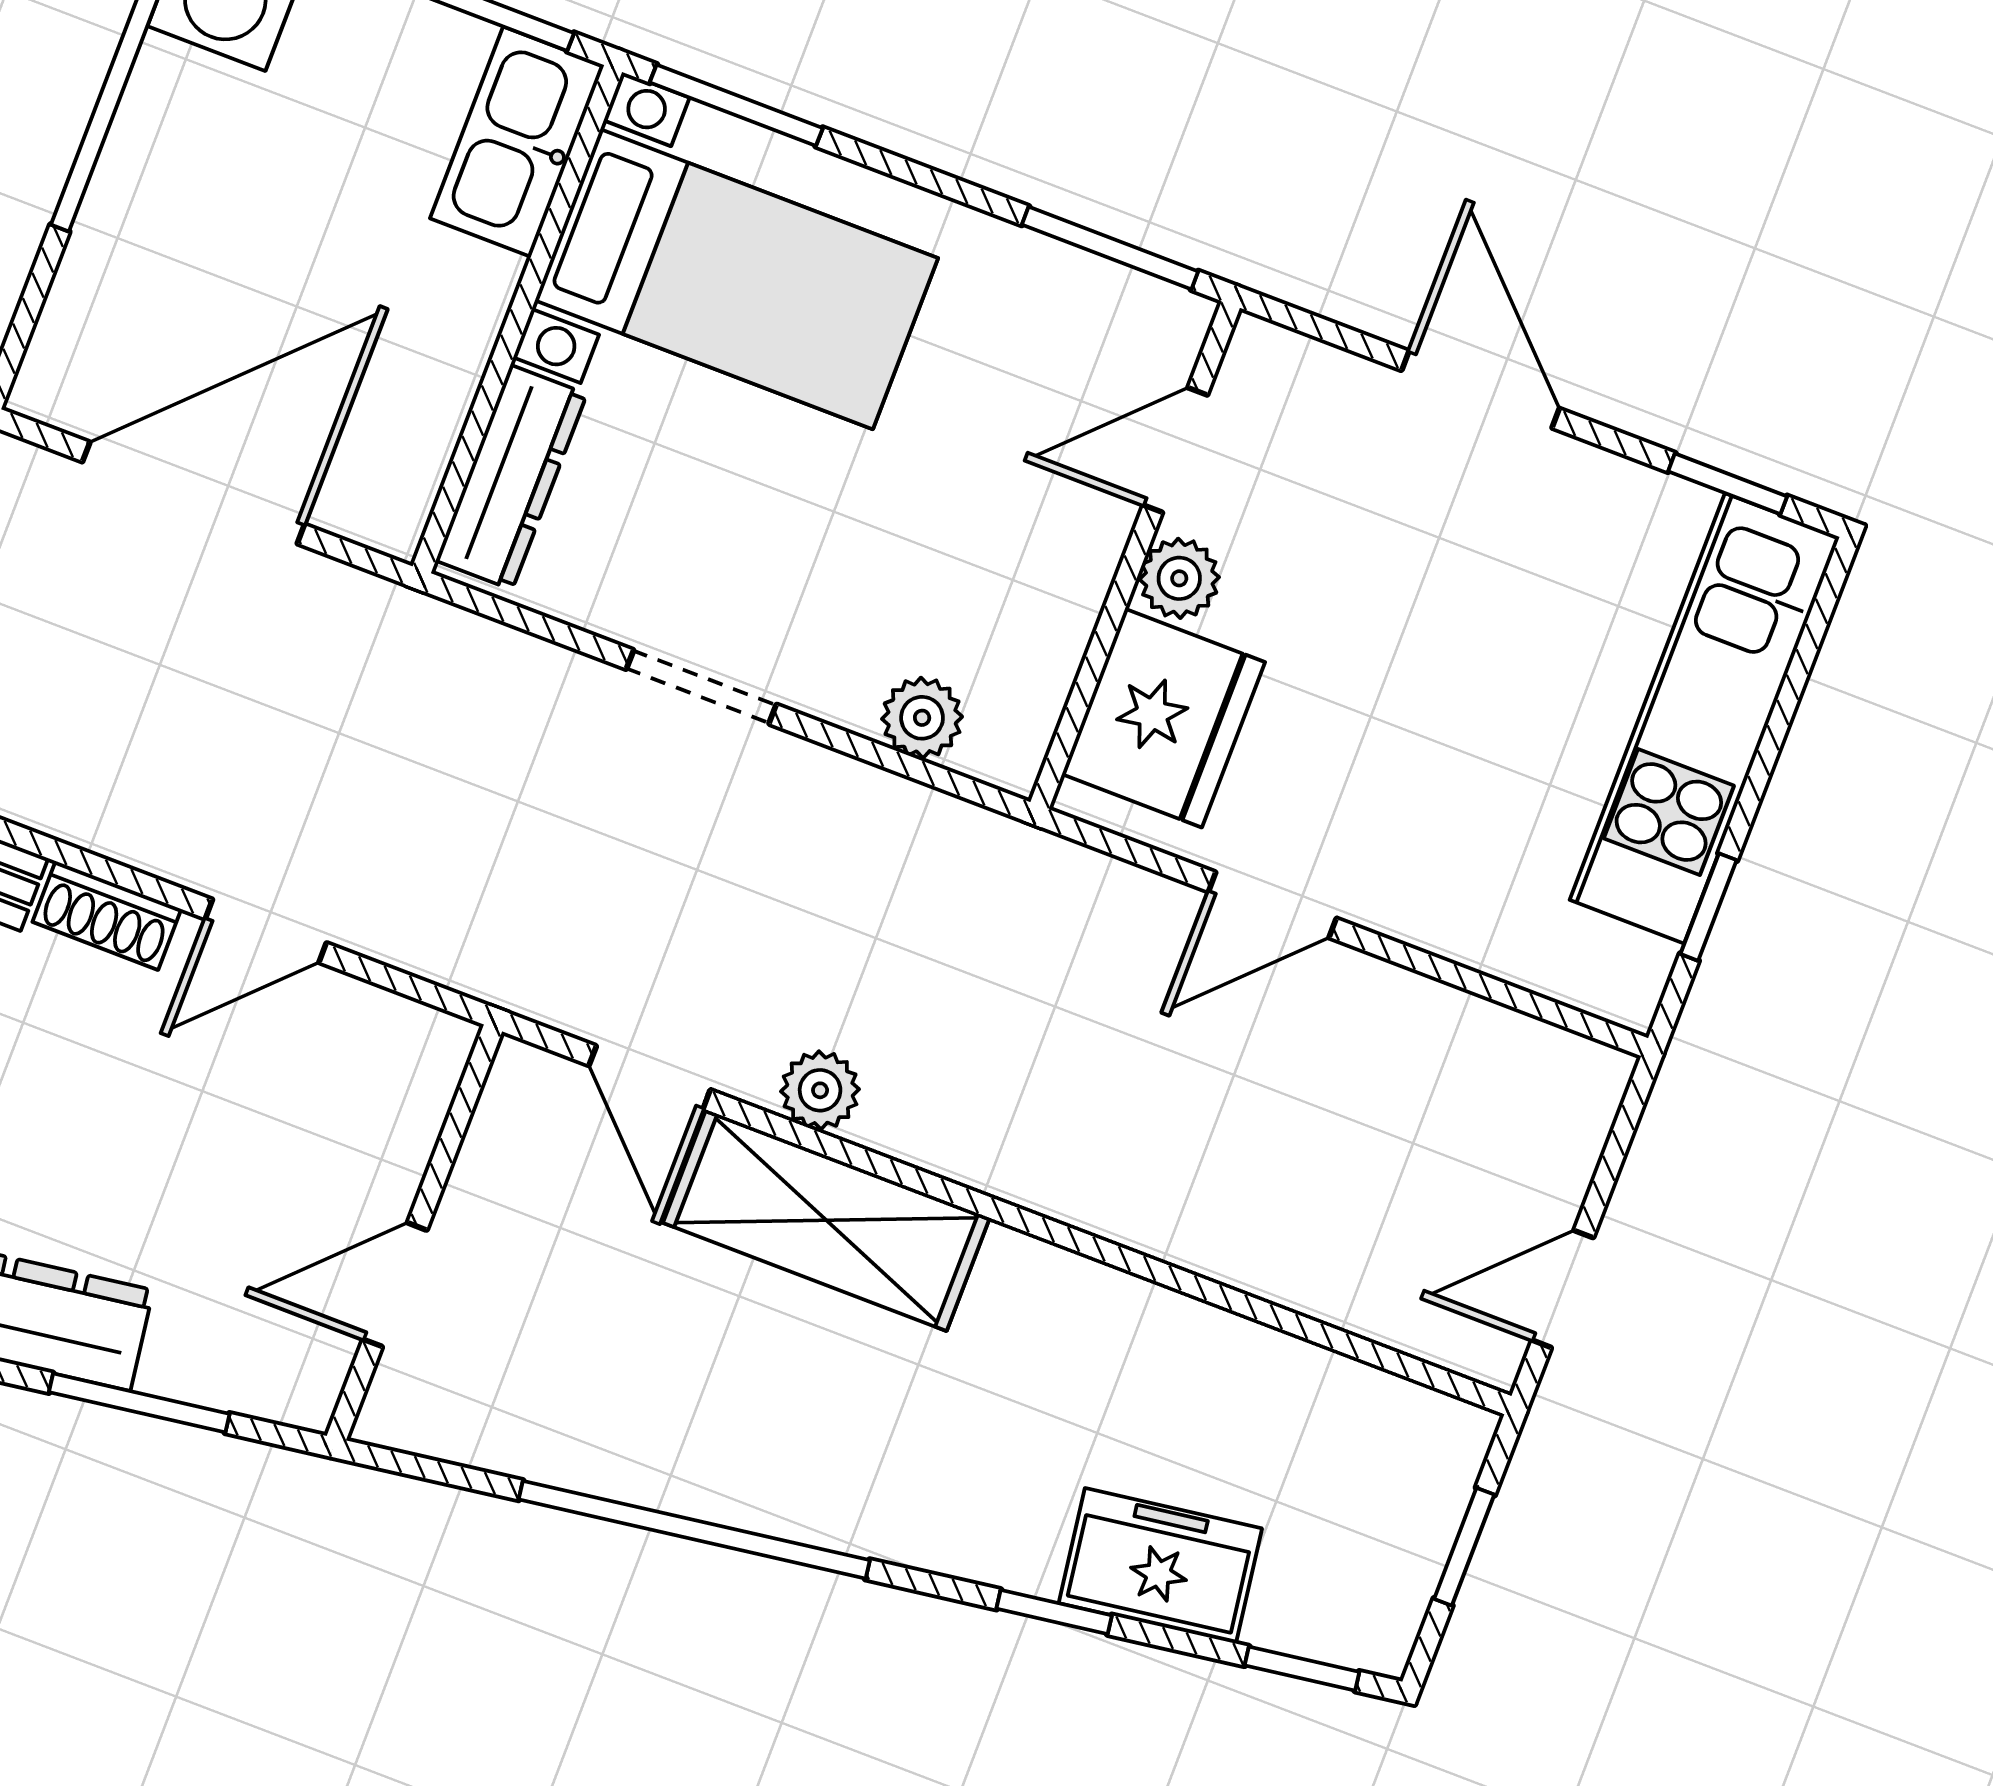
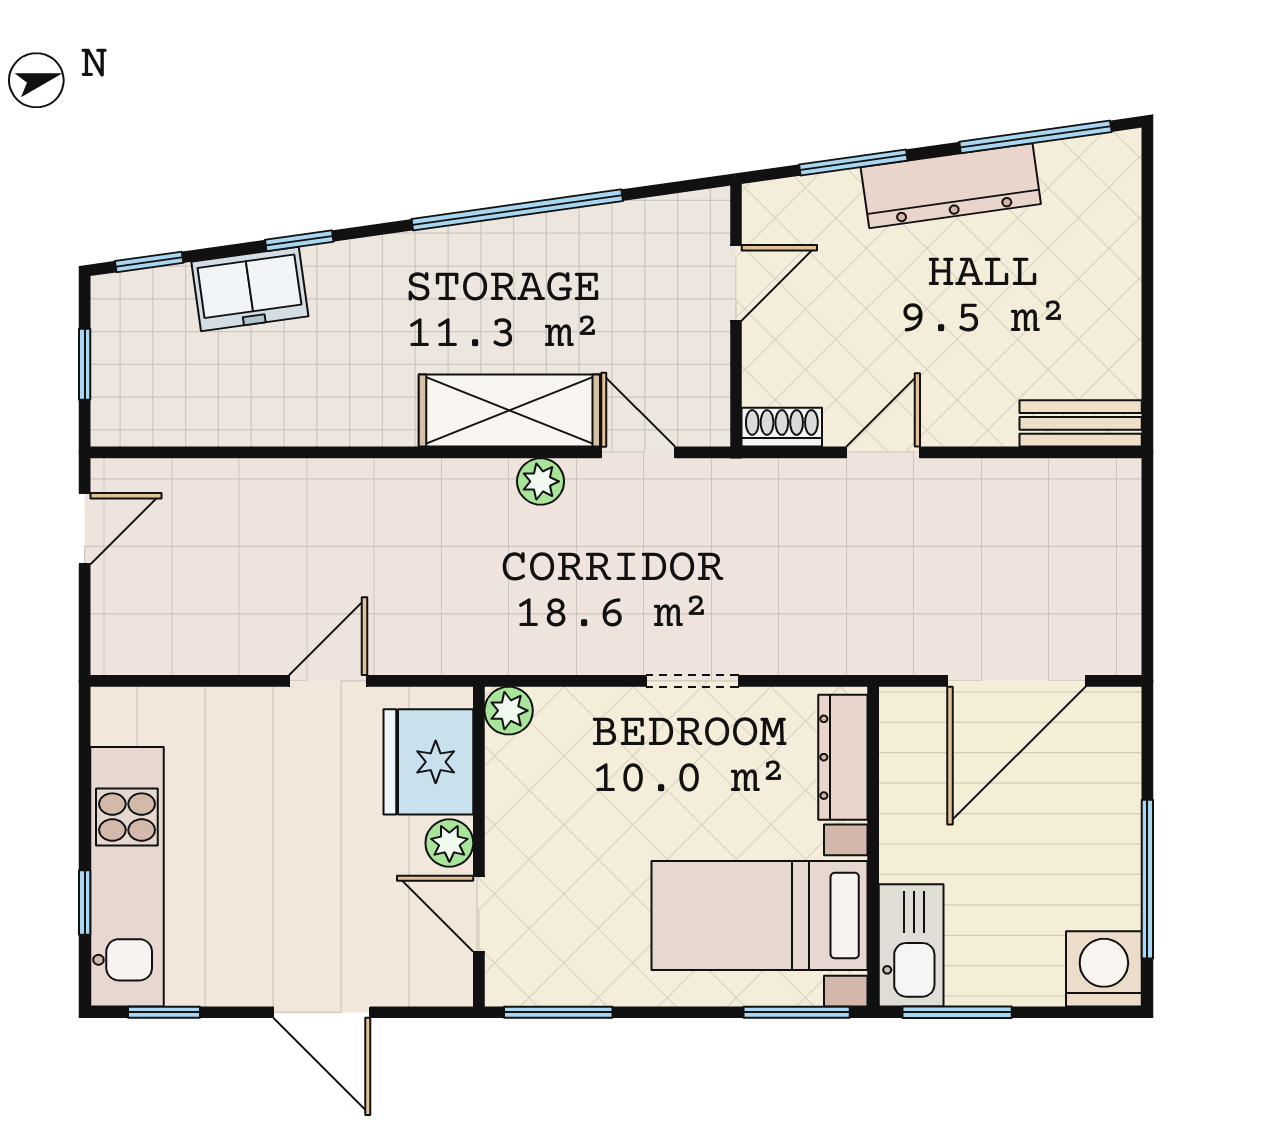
door: (1175, 450) -> (479, 914), swing flipped
plant: (922, 718) -> (509, 711), moved
window: (1708, 907) -> (85, 903), moved
shoe rack: (107, 915) -> (782, 427), moved

